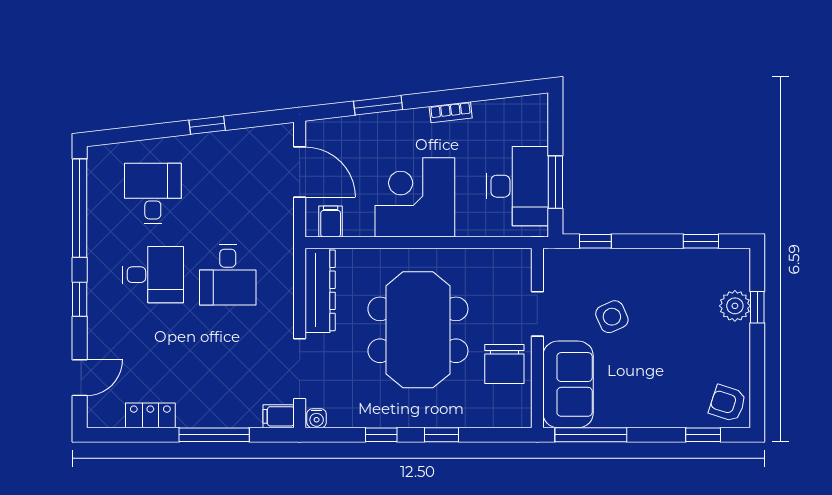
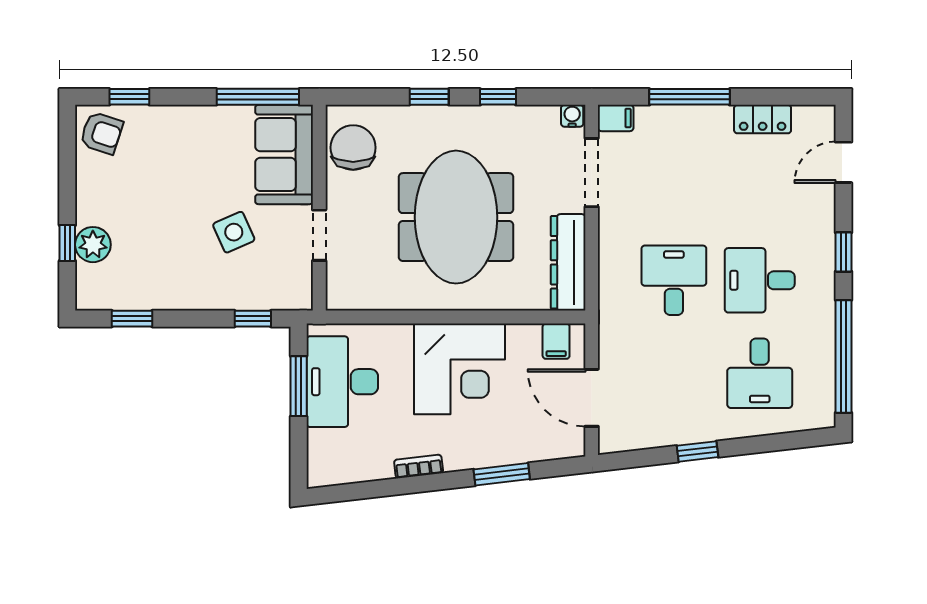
chair: (504, 364) -> (353, 148), moved

